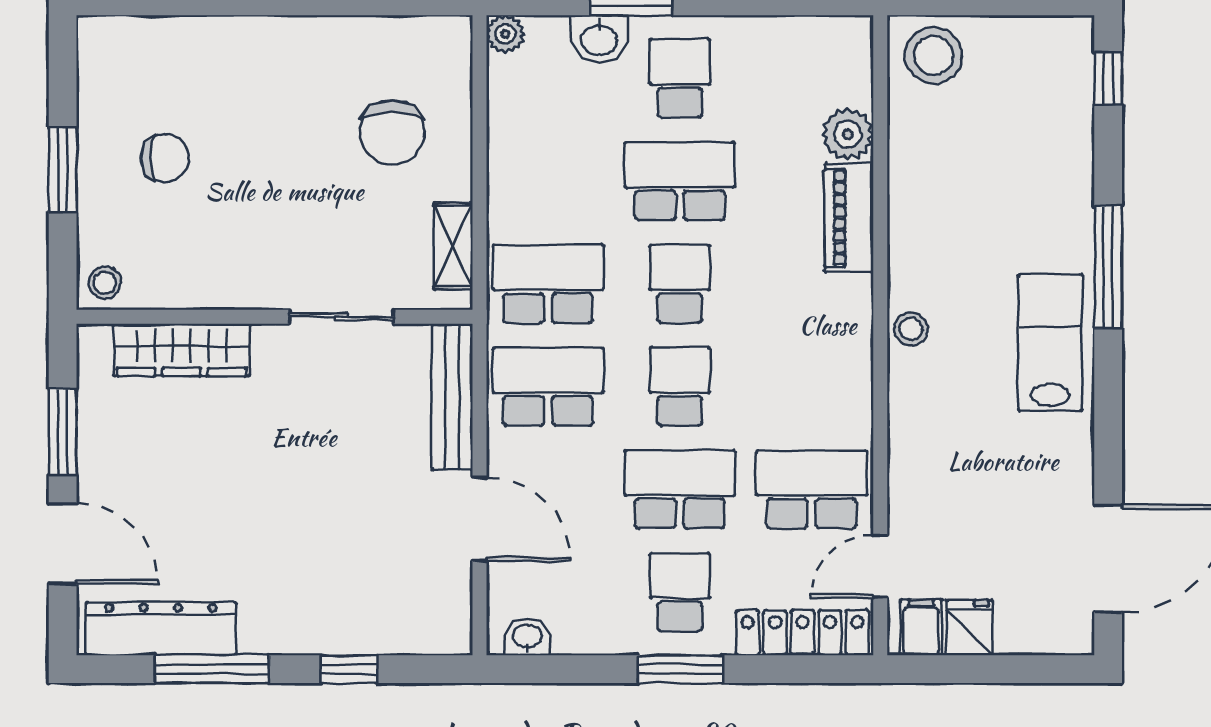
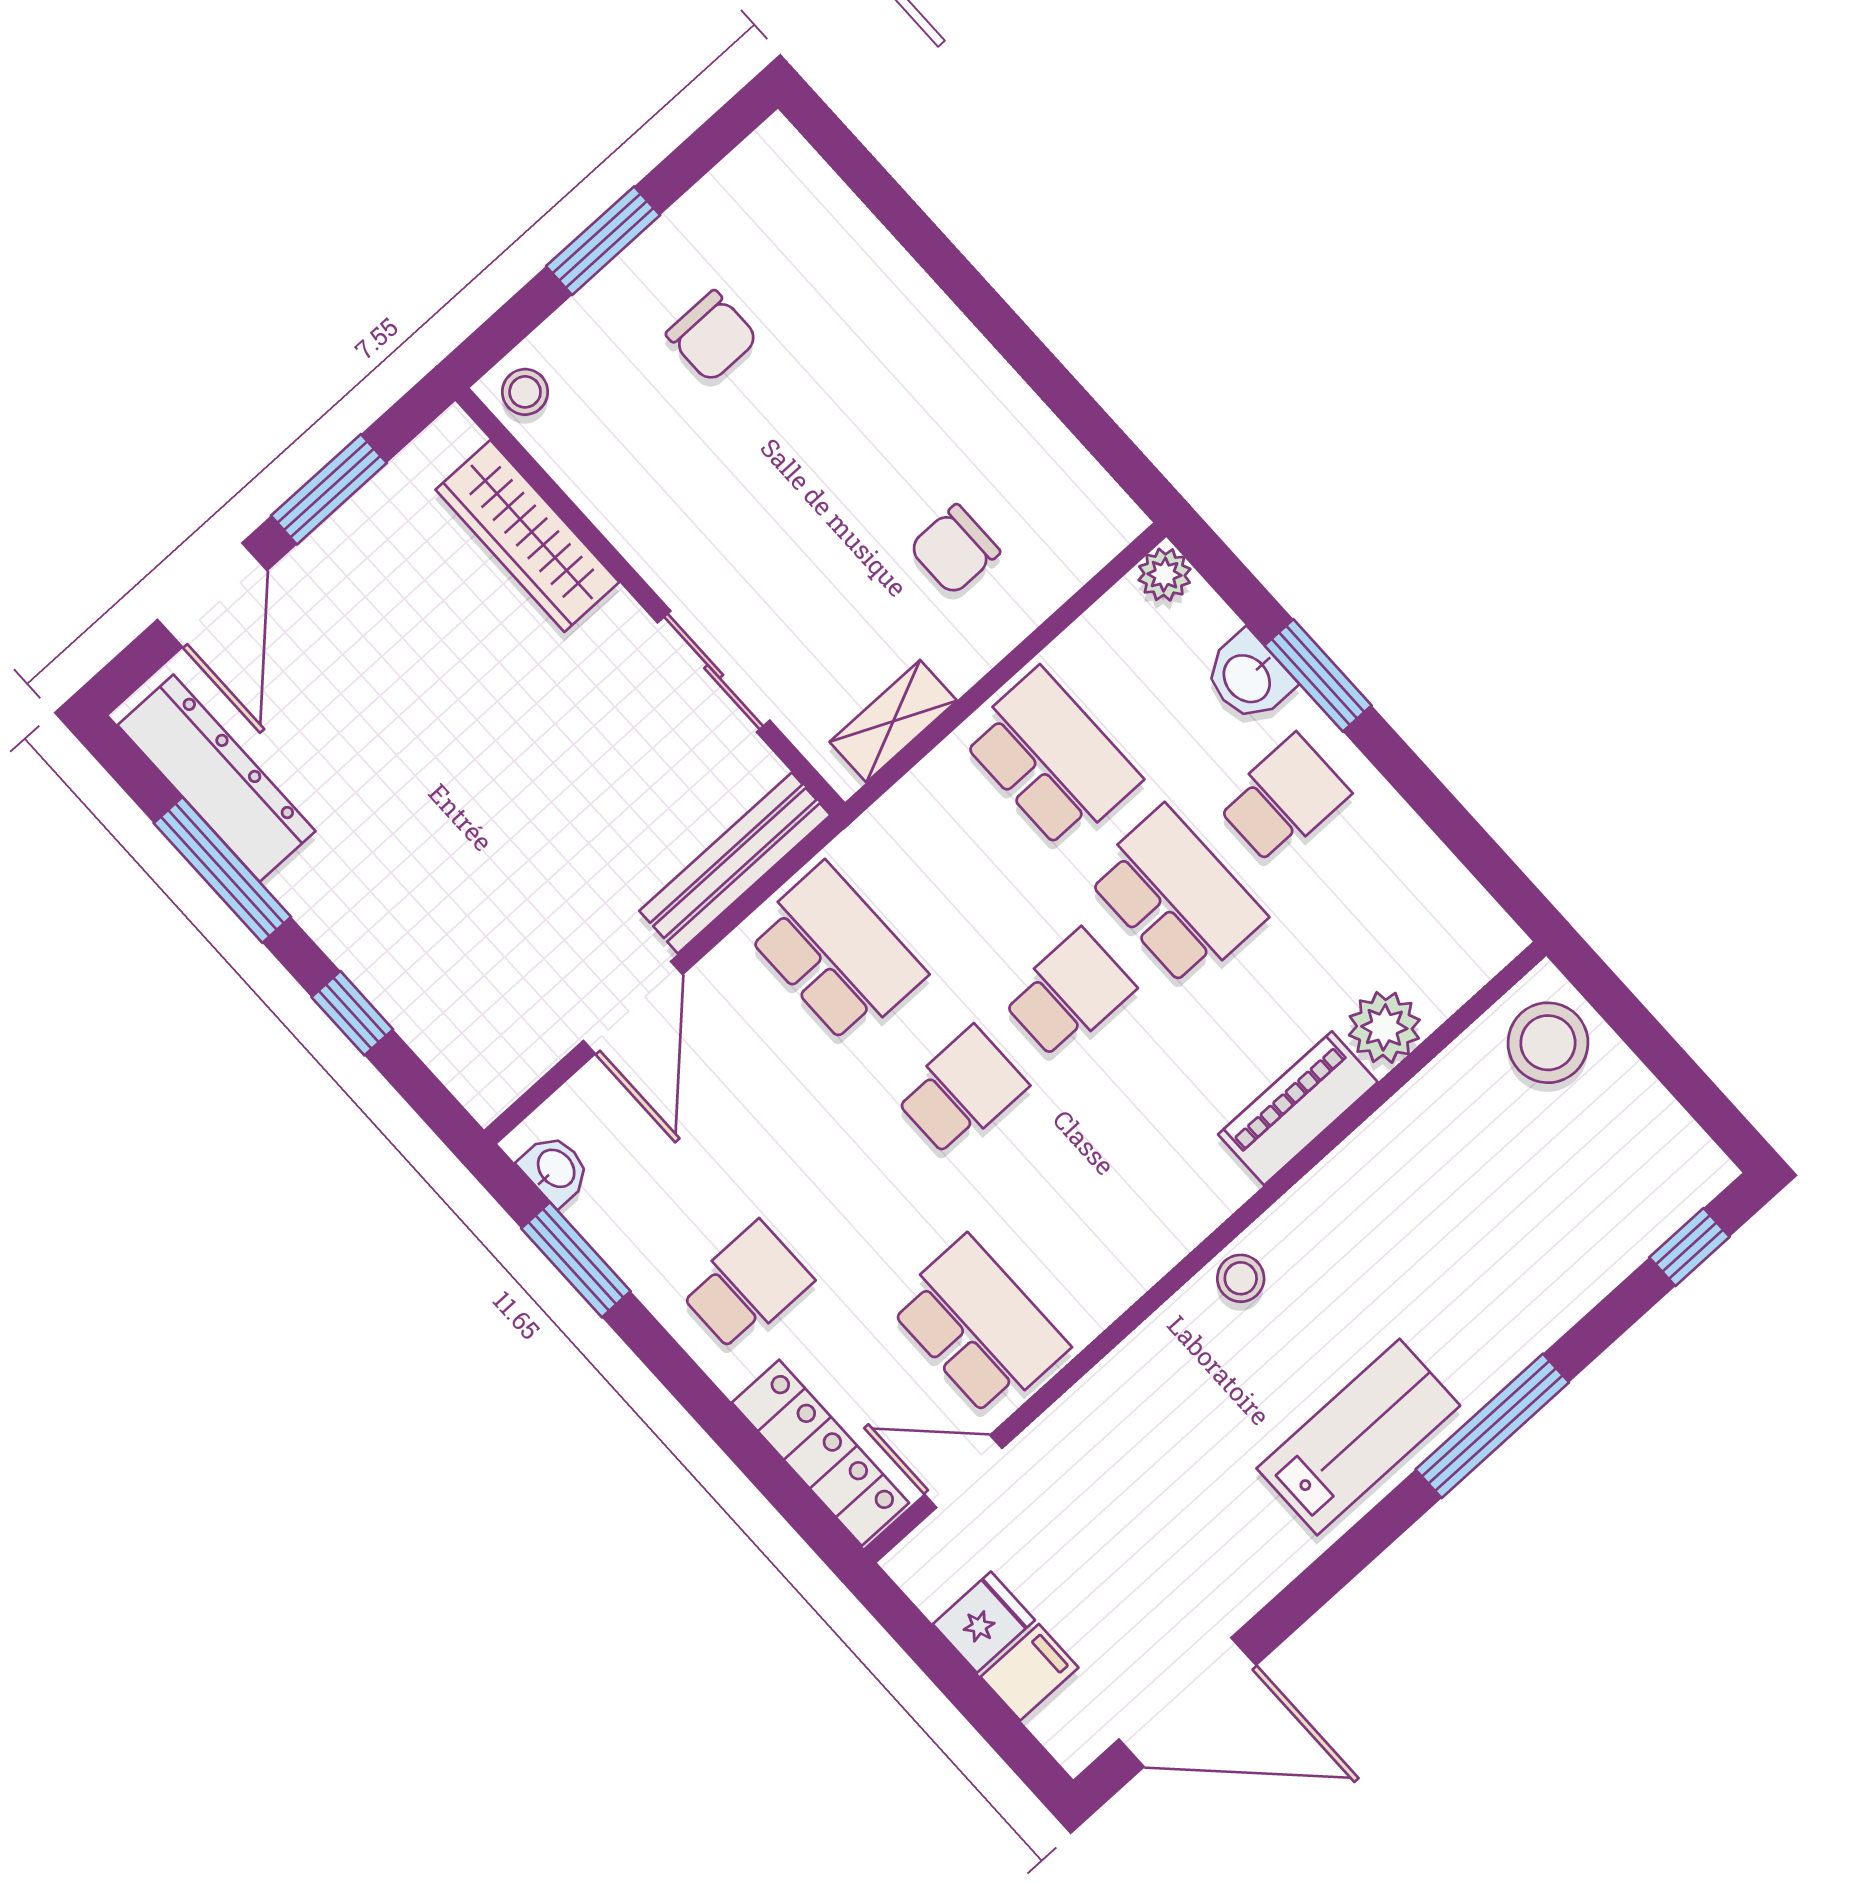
chair: (392, 132) -> (955, 550), width x0.73, depth x0.73
school desk: (548, 284) -> (1051, 759), moved
school desk: (680, 489) -> (854, 1189), removed
filing cabinet: (921, 627) -> (1029, 1672), moved
window: (680, 669) -> (576, 1260), moved

